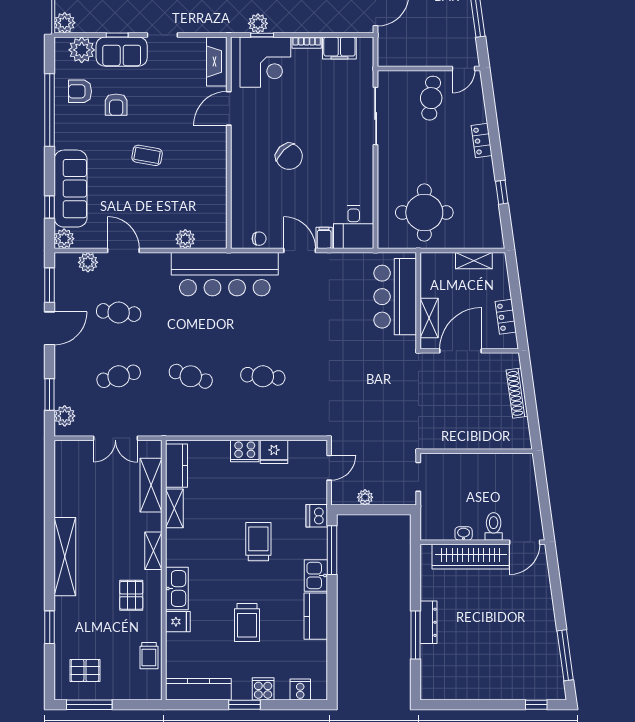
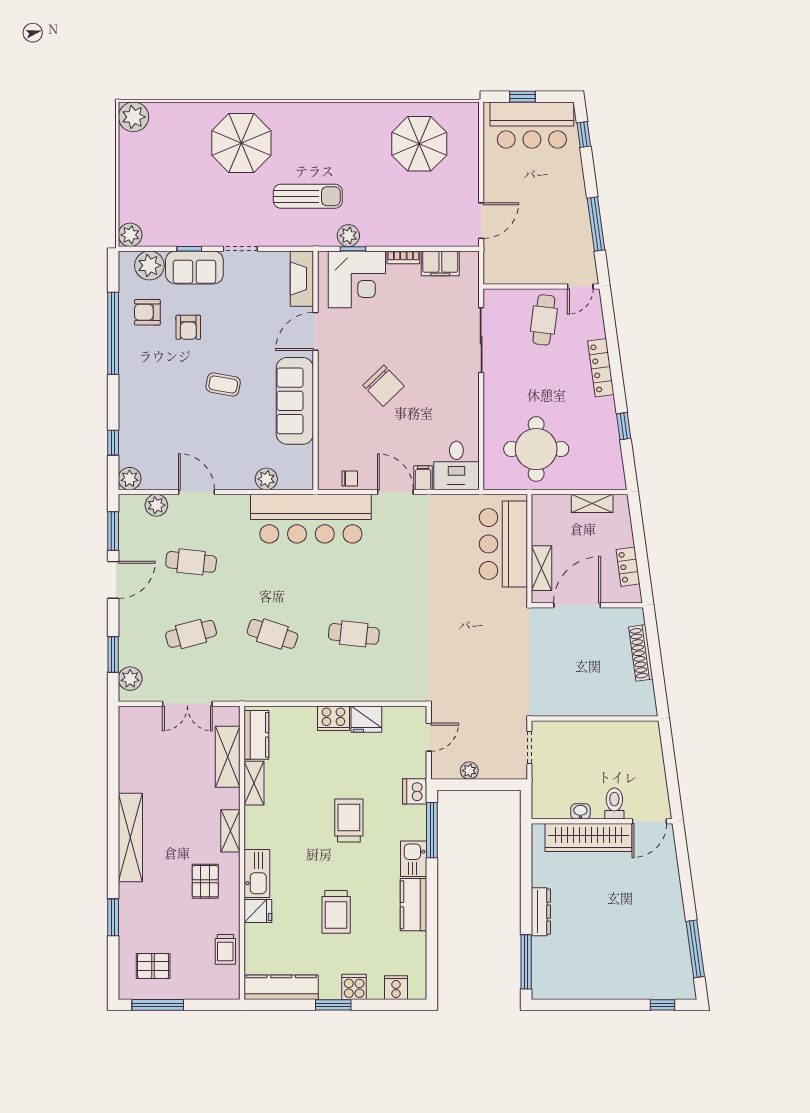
locker: (482, 141) -> (601, 368), width x1.53
sofa: (71, 189) -> (295, 401), moved, turned 180
window: (416, 635) -> (526, 962), moved

